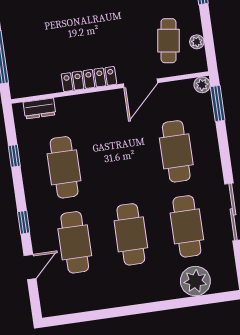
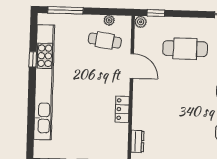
locker: (89, 79) -> (122, 109), width x0.66
window: (218, 103) -> (156, 13), width x0.67
cafe table: (64, 167) -> (183, 131), removed

